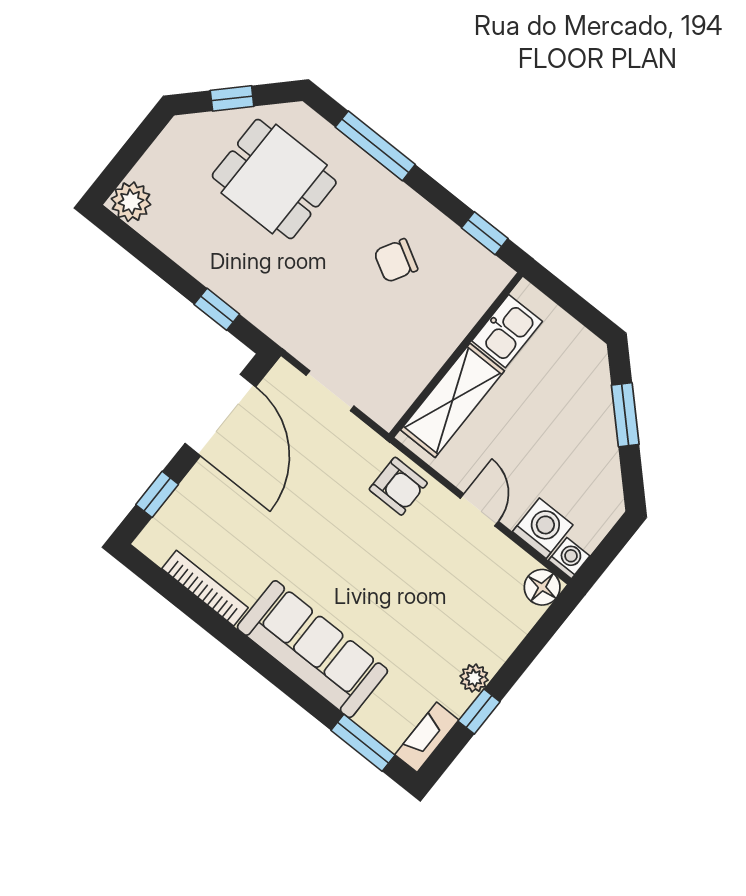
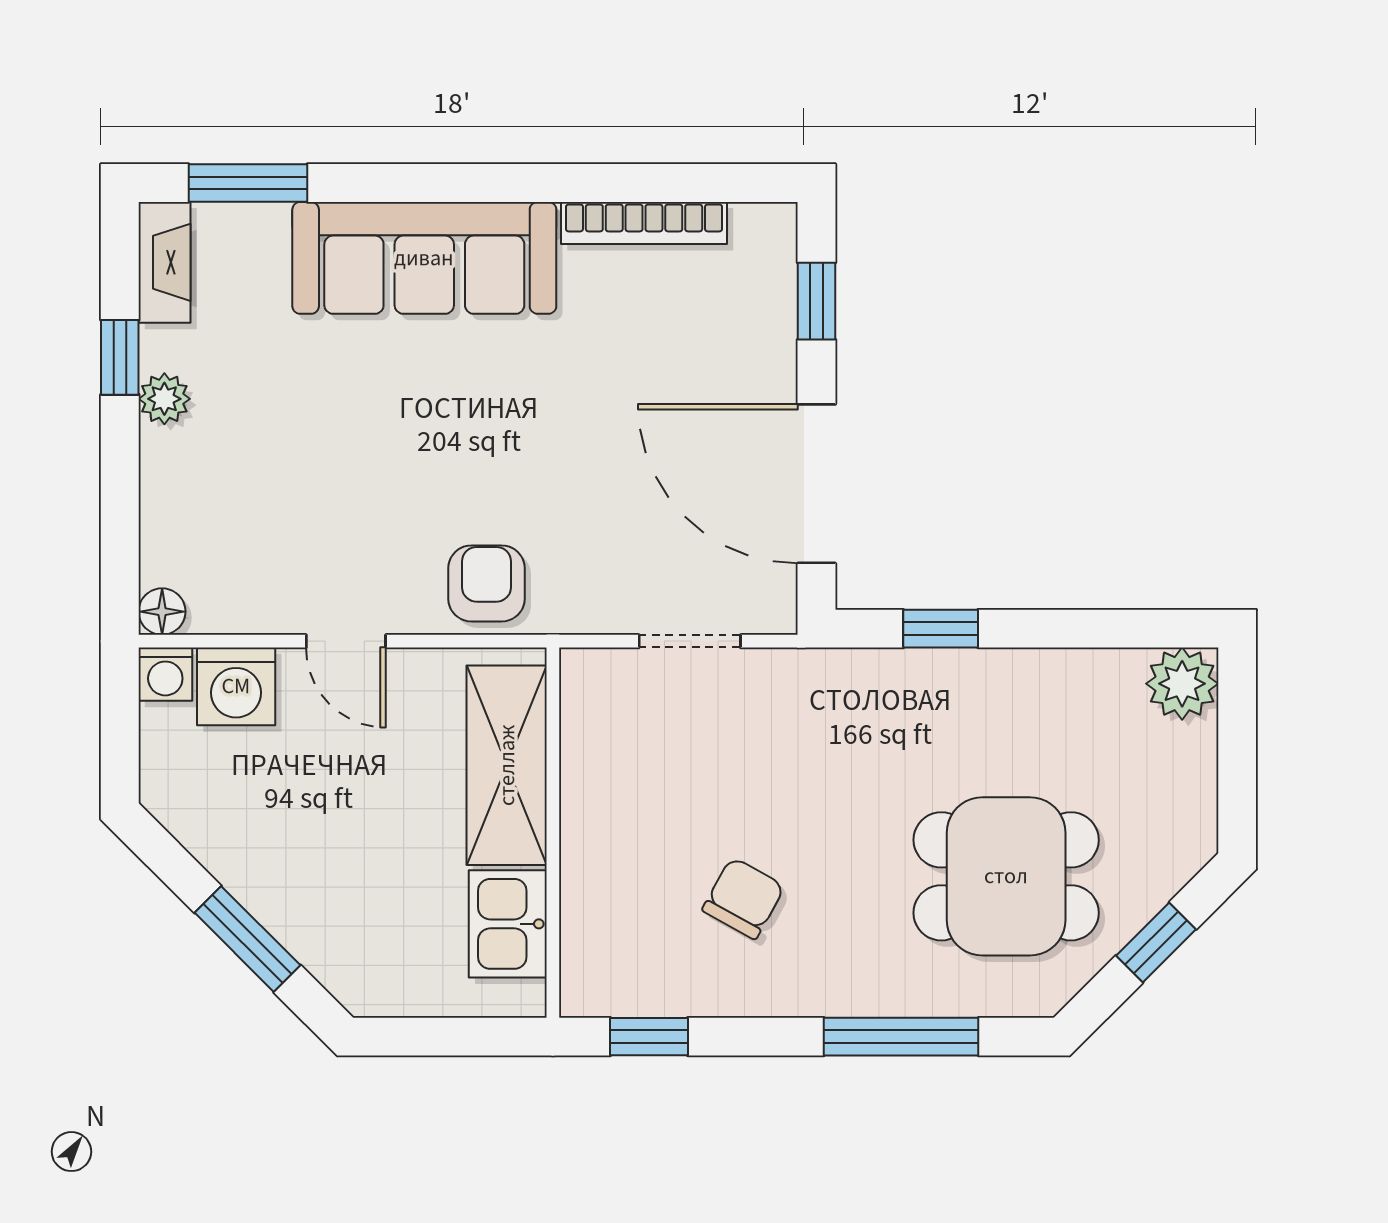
armchair: (398, 486) -> (486, 583), turned 90
floor lamp: (542, 587) -> (162, 612), width x0.73, depth x0.73

